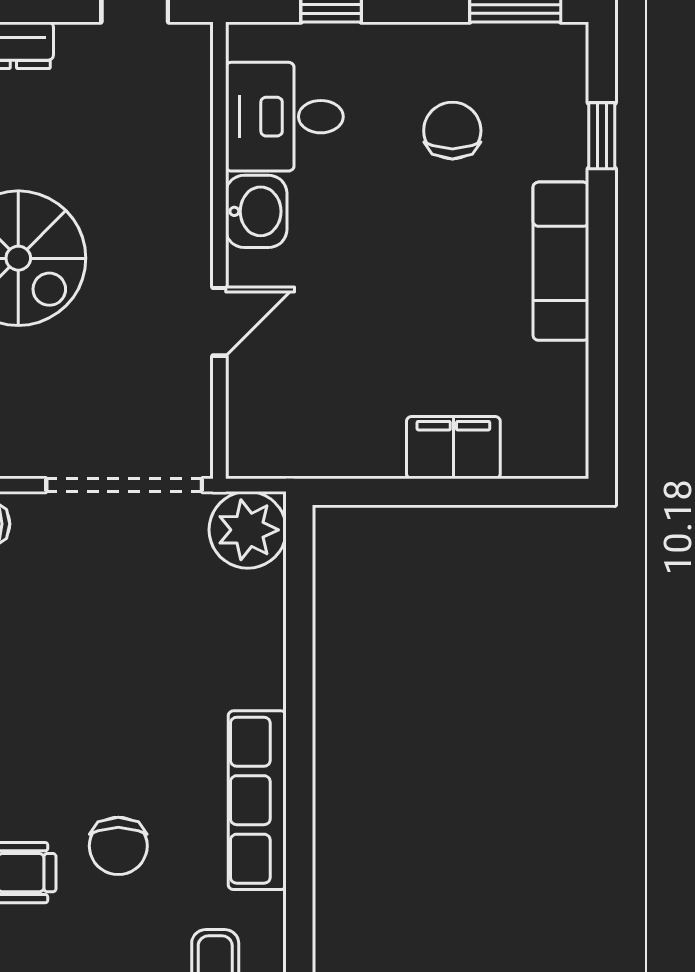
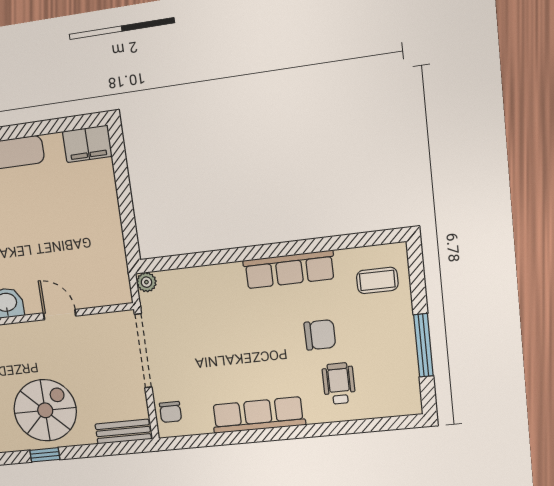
filing cabinet: (453, 448) -> (87, 144), moved, turned -90
plant: (248, 530) -> (146, 282), width x0.53, depth x0.53

